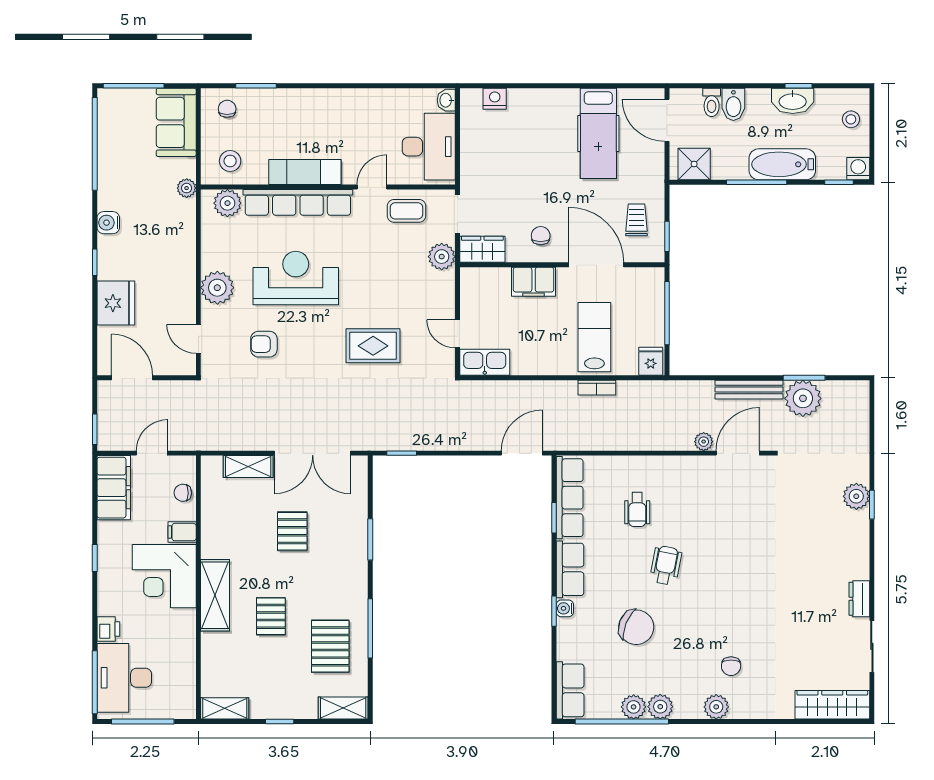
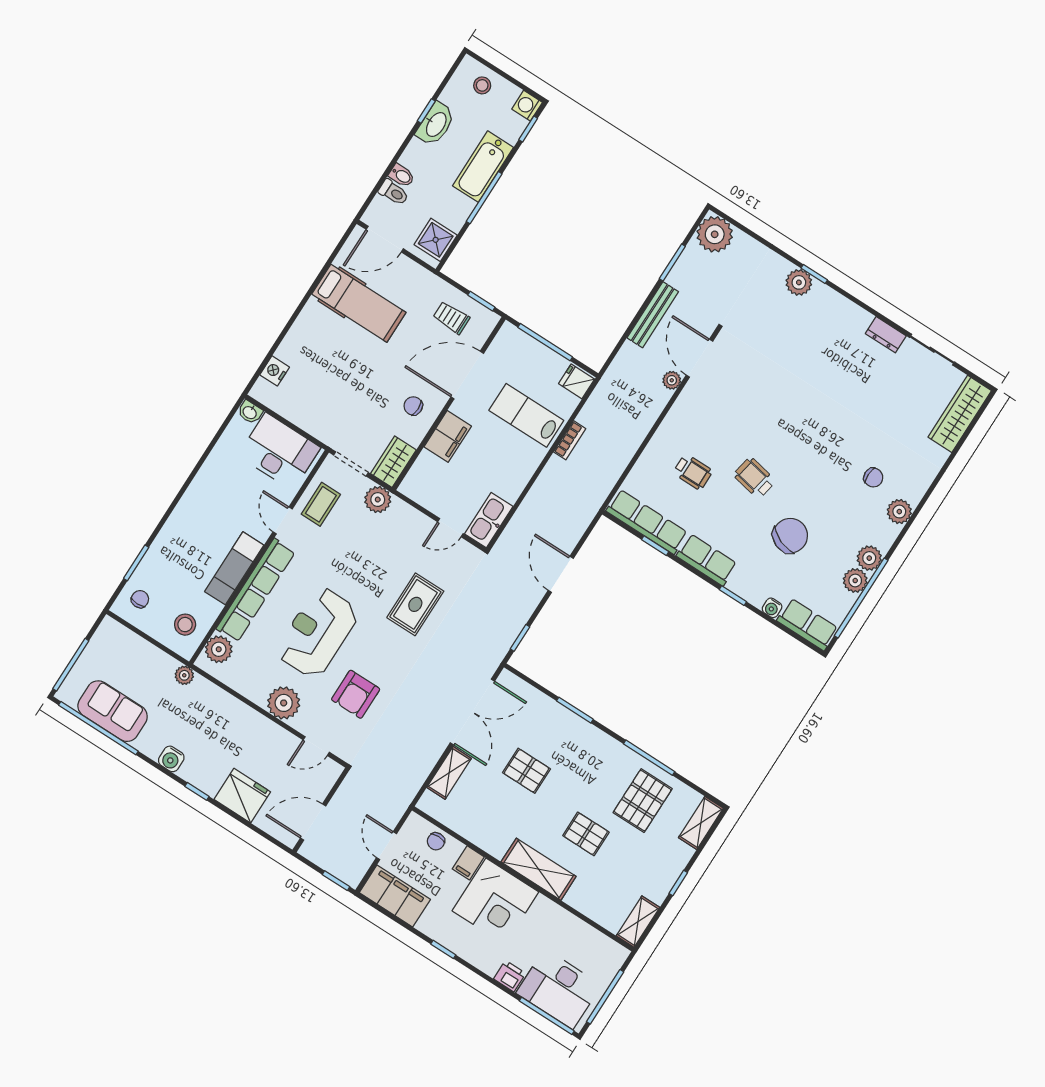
bidet: (733, 104) -> (402, 176), width x0.72, depth x0.74
chair: (227, 109) -> (140, 599), turned 90
sofa: (176, 122) -> (113, 711), moved, turned 180
armchair: (264, 344) -> (356, 694), width x1.38, depth x1.38
plant: (803, 398) -> (715, 234), moved
door: (522, 453) -> (561, 574), moved
water cooler: (565, 608) -> (772, 608), moved
pallet: (330, 646) -> (643, 801), turned 90

